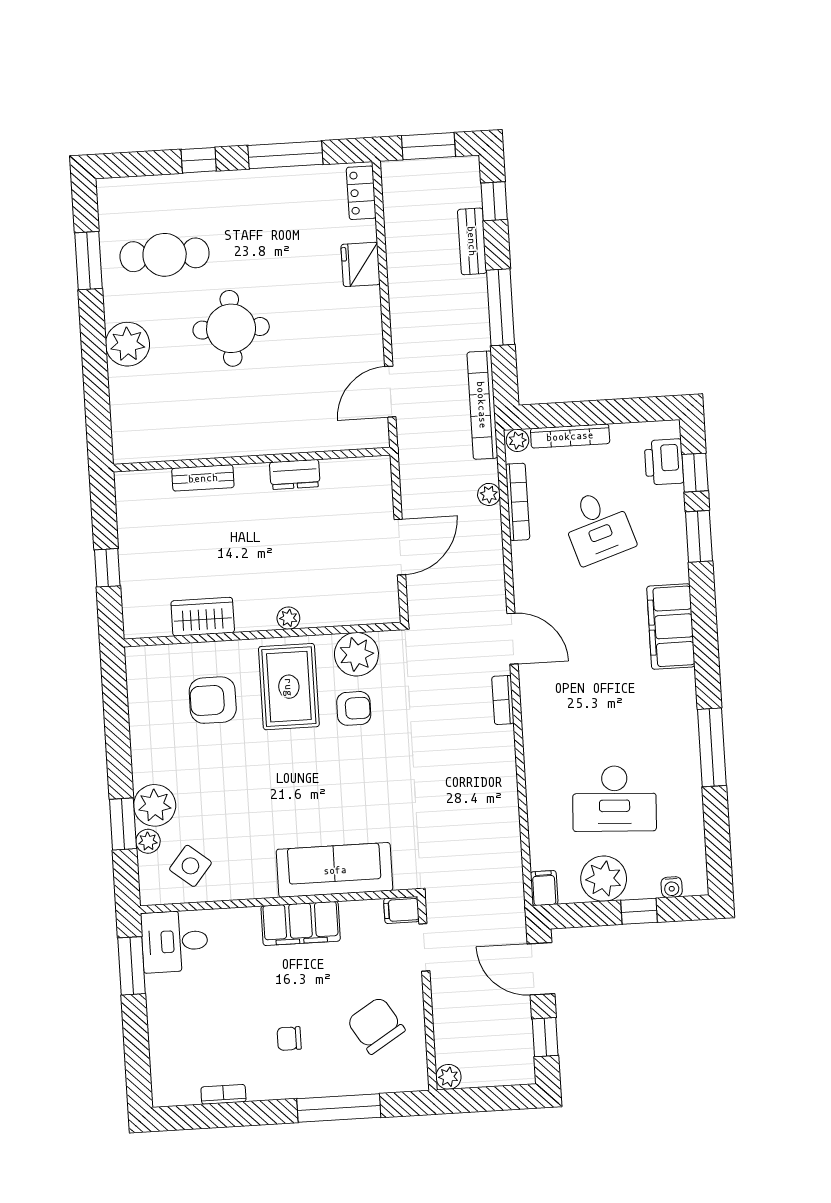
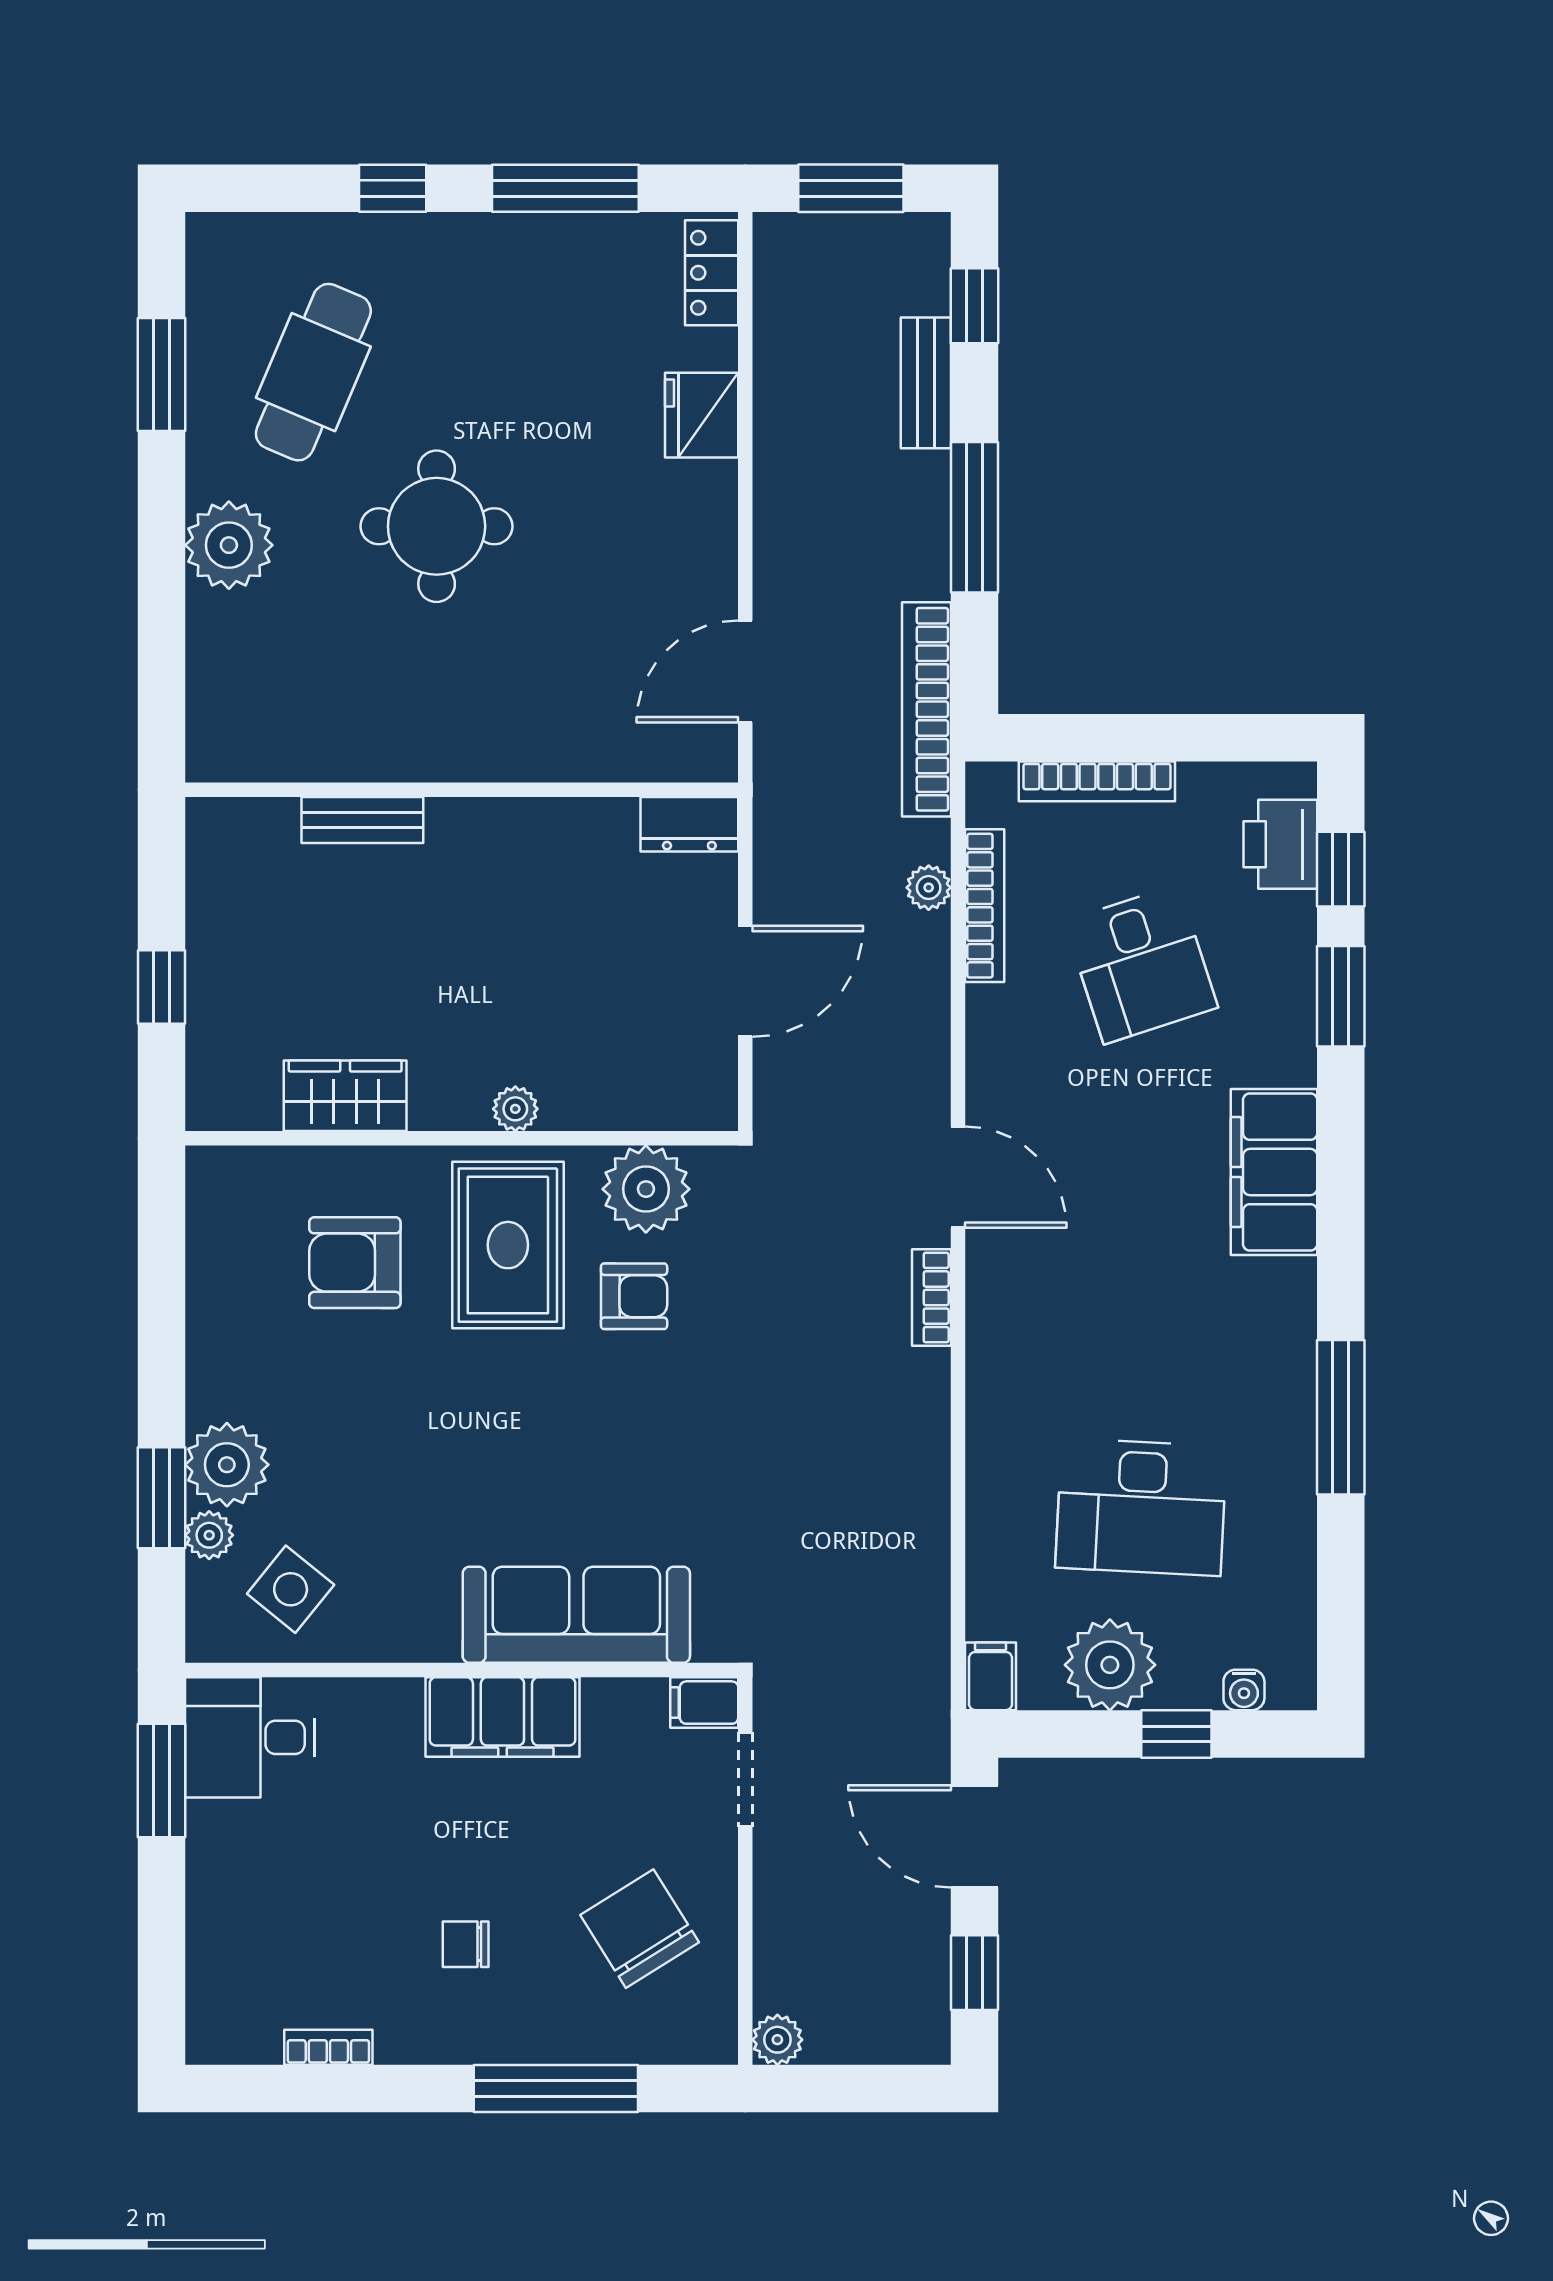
cafe table: (165, 255) -> (313, 372), turned -67
plant: (517, 440) -> (992, 784), removed
dresser: (295, 474) -> (689, 824), moved

